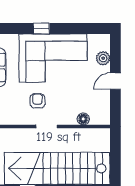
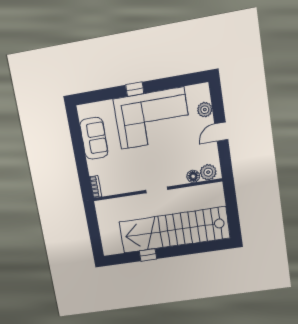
armchair: (37, 101) -> (143, 165), removed
plant: (98, 117) -> (208, 172), added

